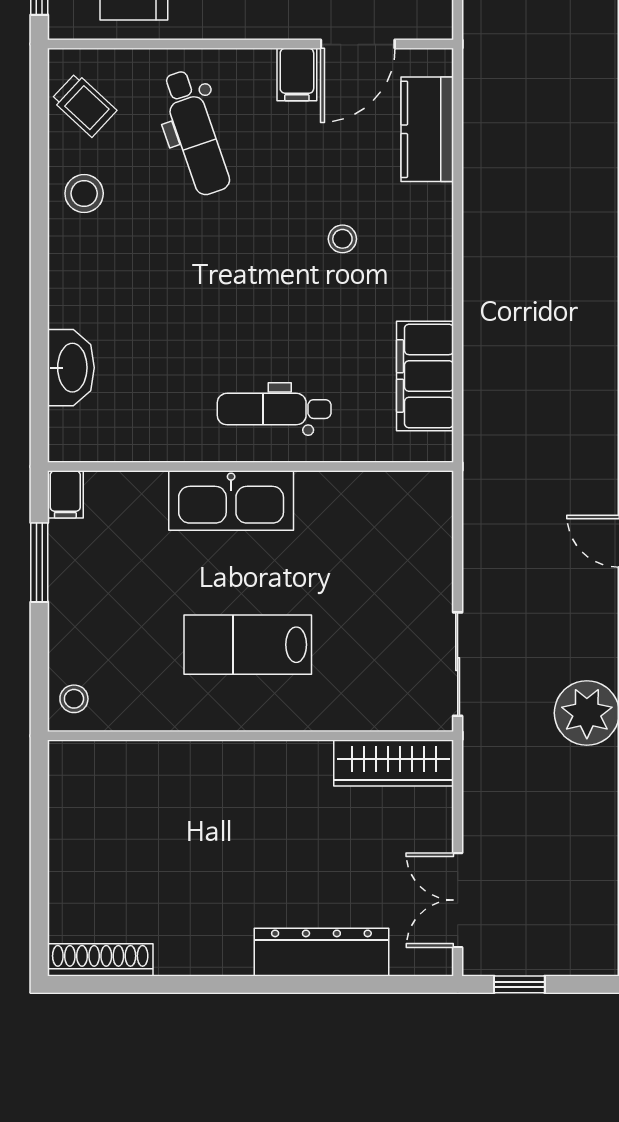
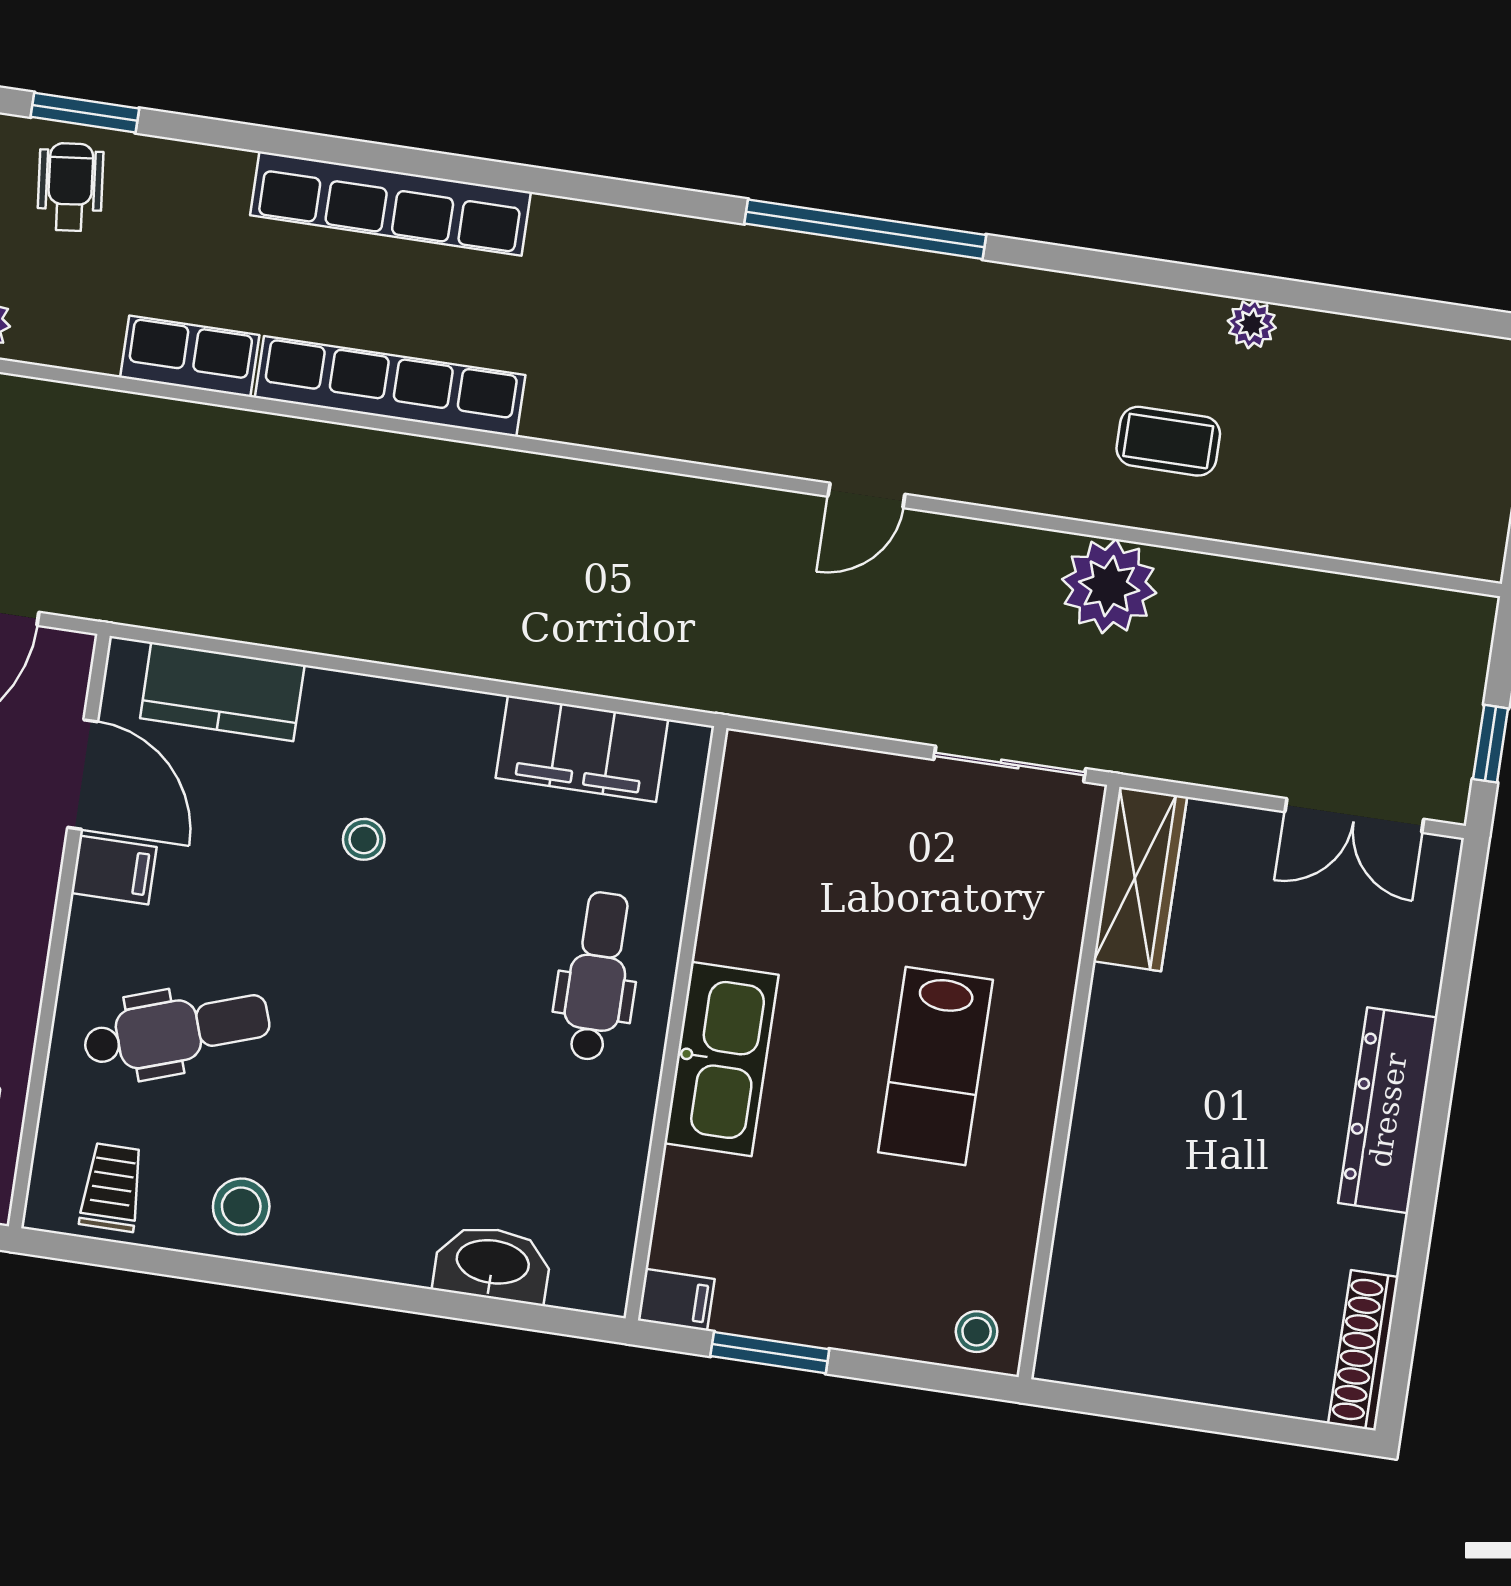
trolley: (84, 105) -> (112, 1187), turned -43
dental chair: (274, 409) -> (597, 976), turned 180
dresser: (321, 952) -> (1388, 1110), moved

